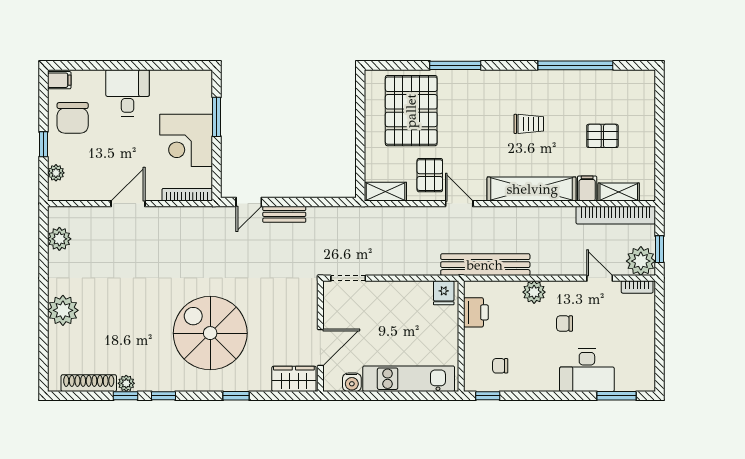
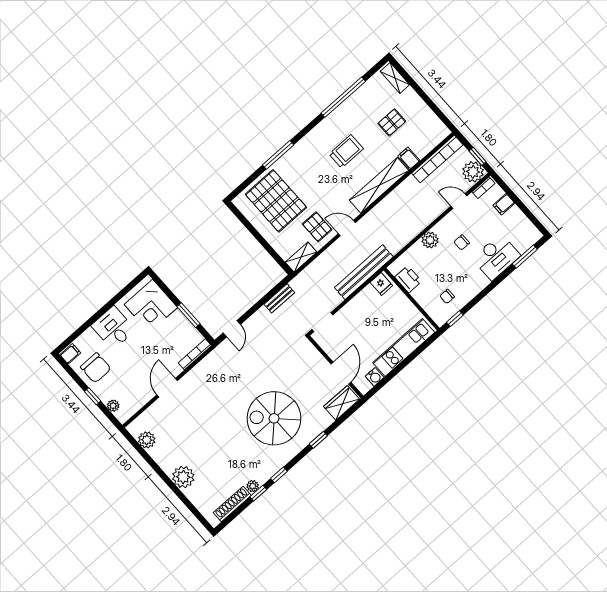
window: (217, 117) -> (189, 315), moved
trolley: (529, 124) -> (346, 151), width x1.36, depth x1.39
corner desk: (186, 140) -> (151, 306), moved
shelving: (619, 192) -> (395, 78), moved, turned 90
bench: (284, 214) -> (279, 298), moved
bench: (485, 265) -> (364, 272), moved
filing cabinet: (643, 323) -> (504, 204), added

